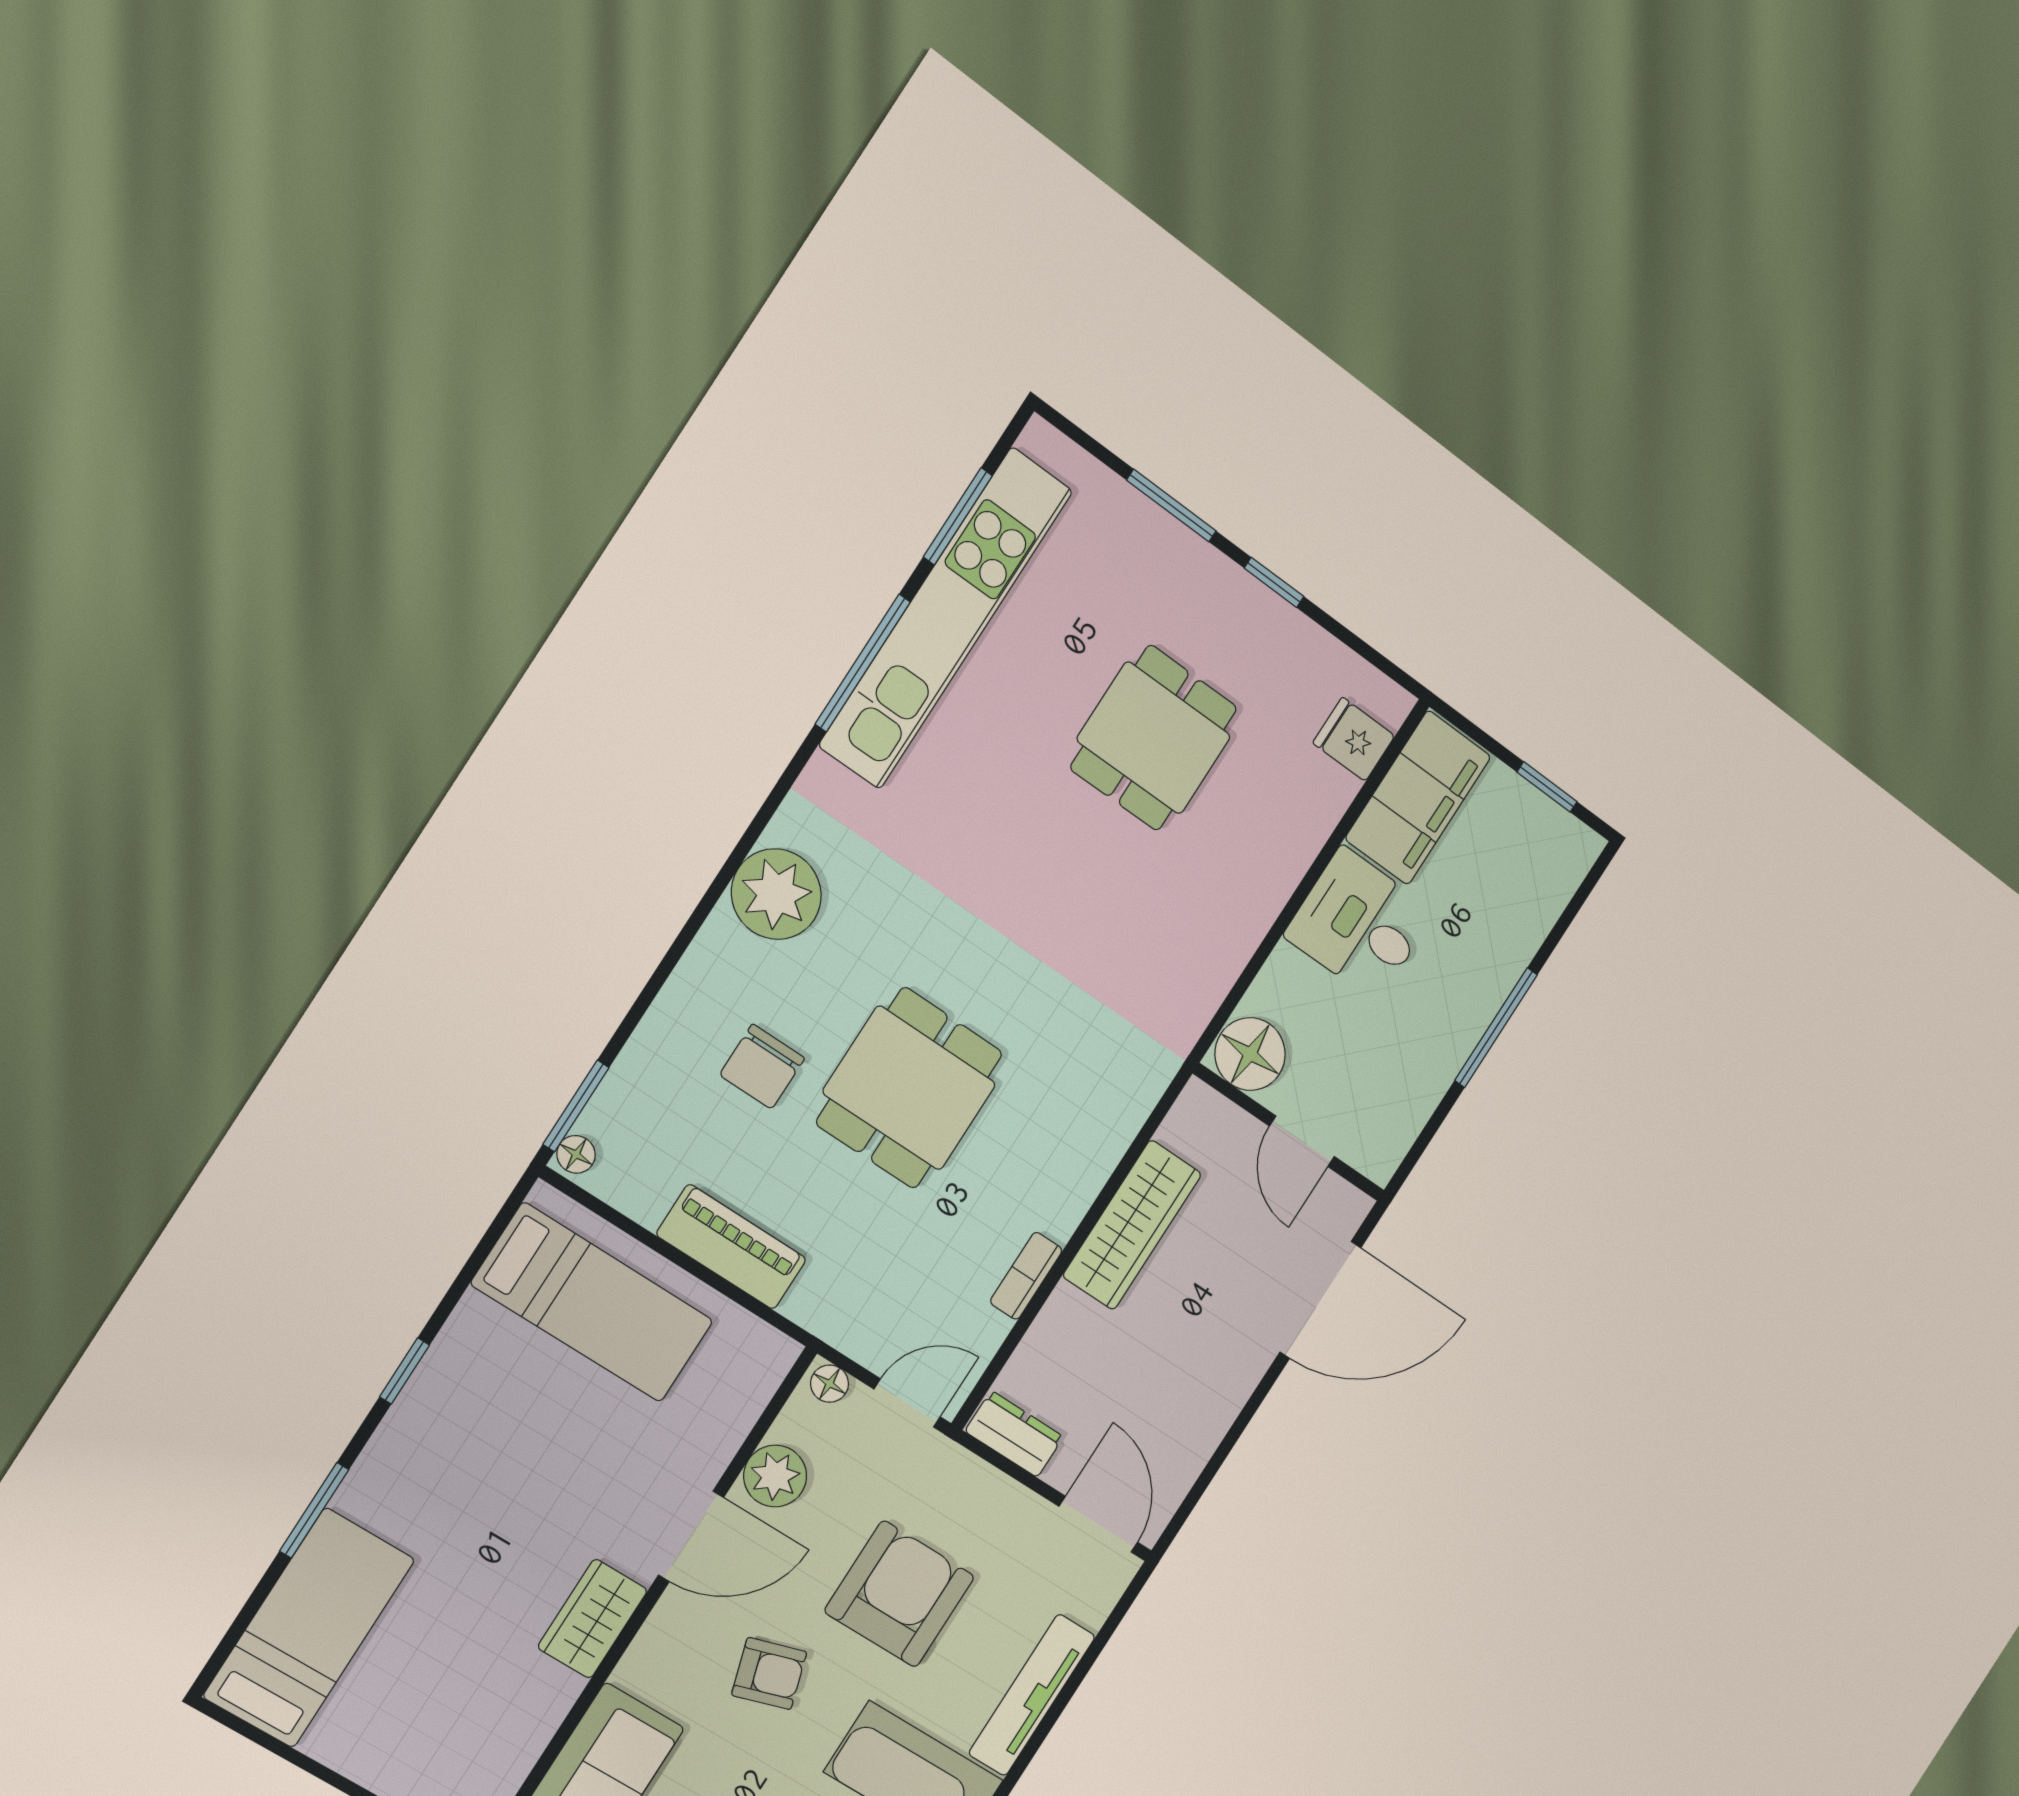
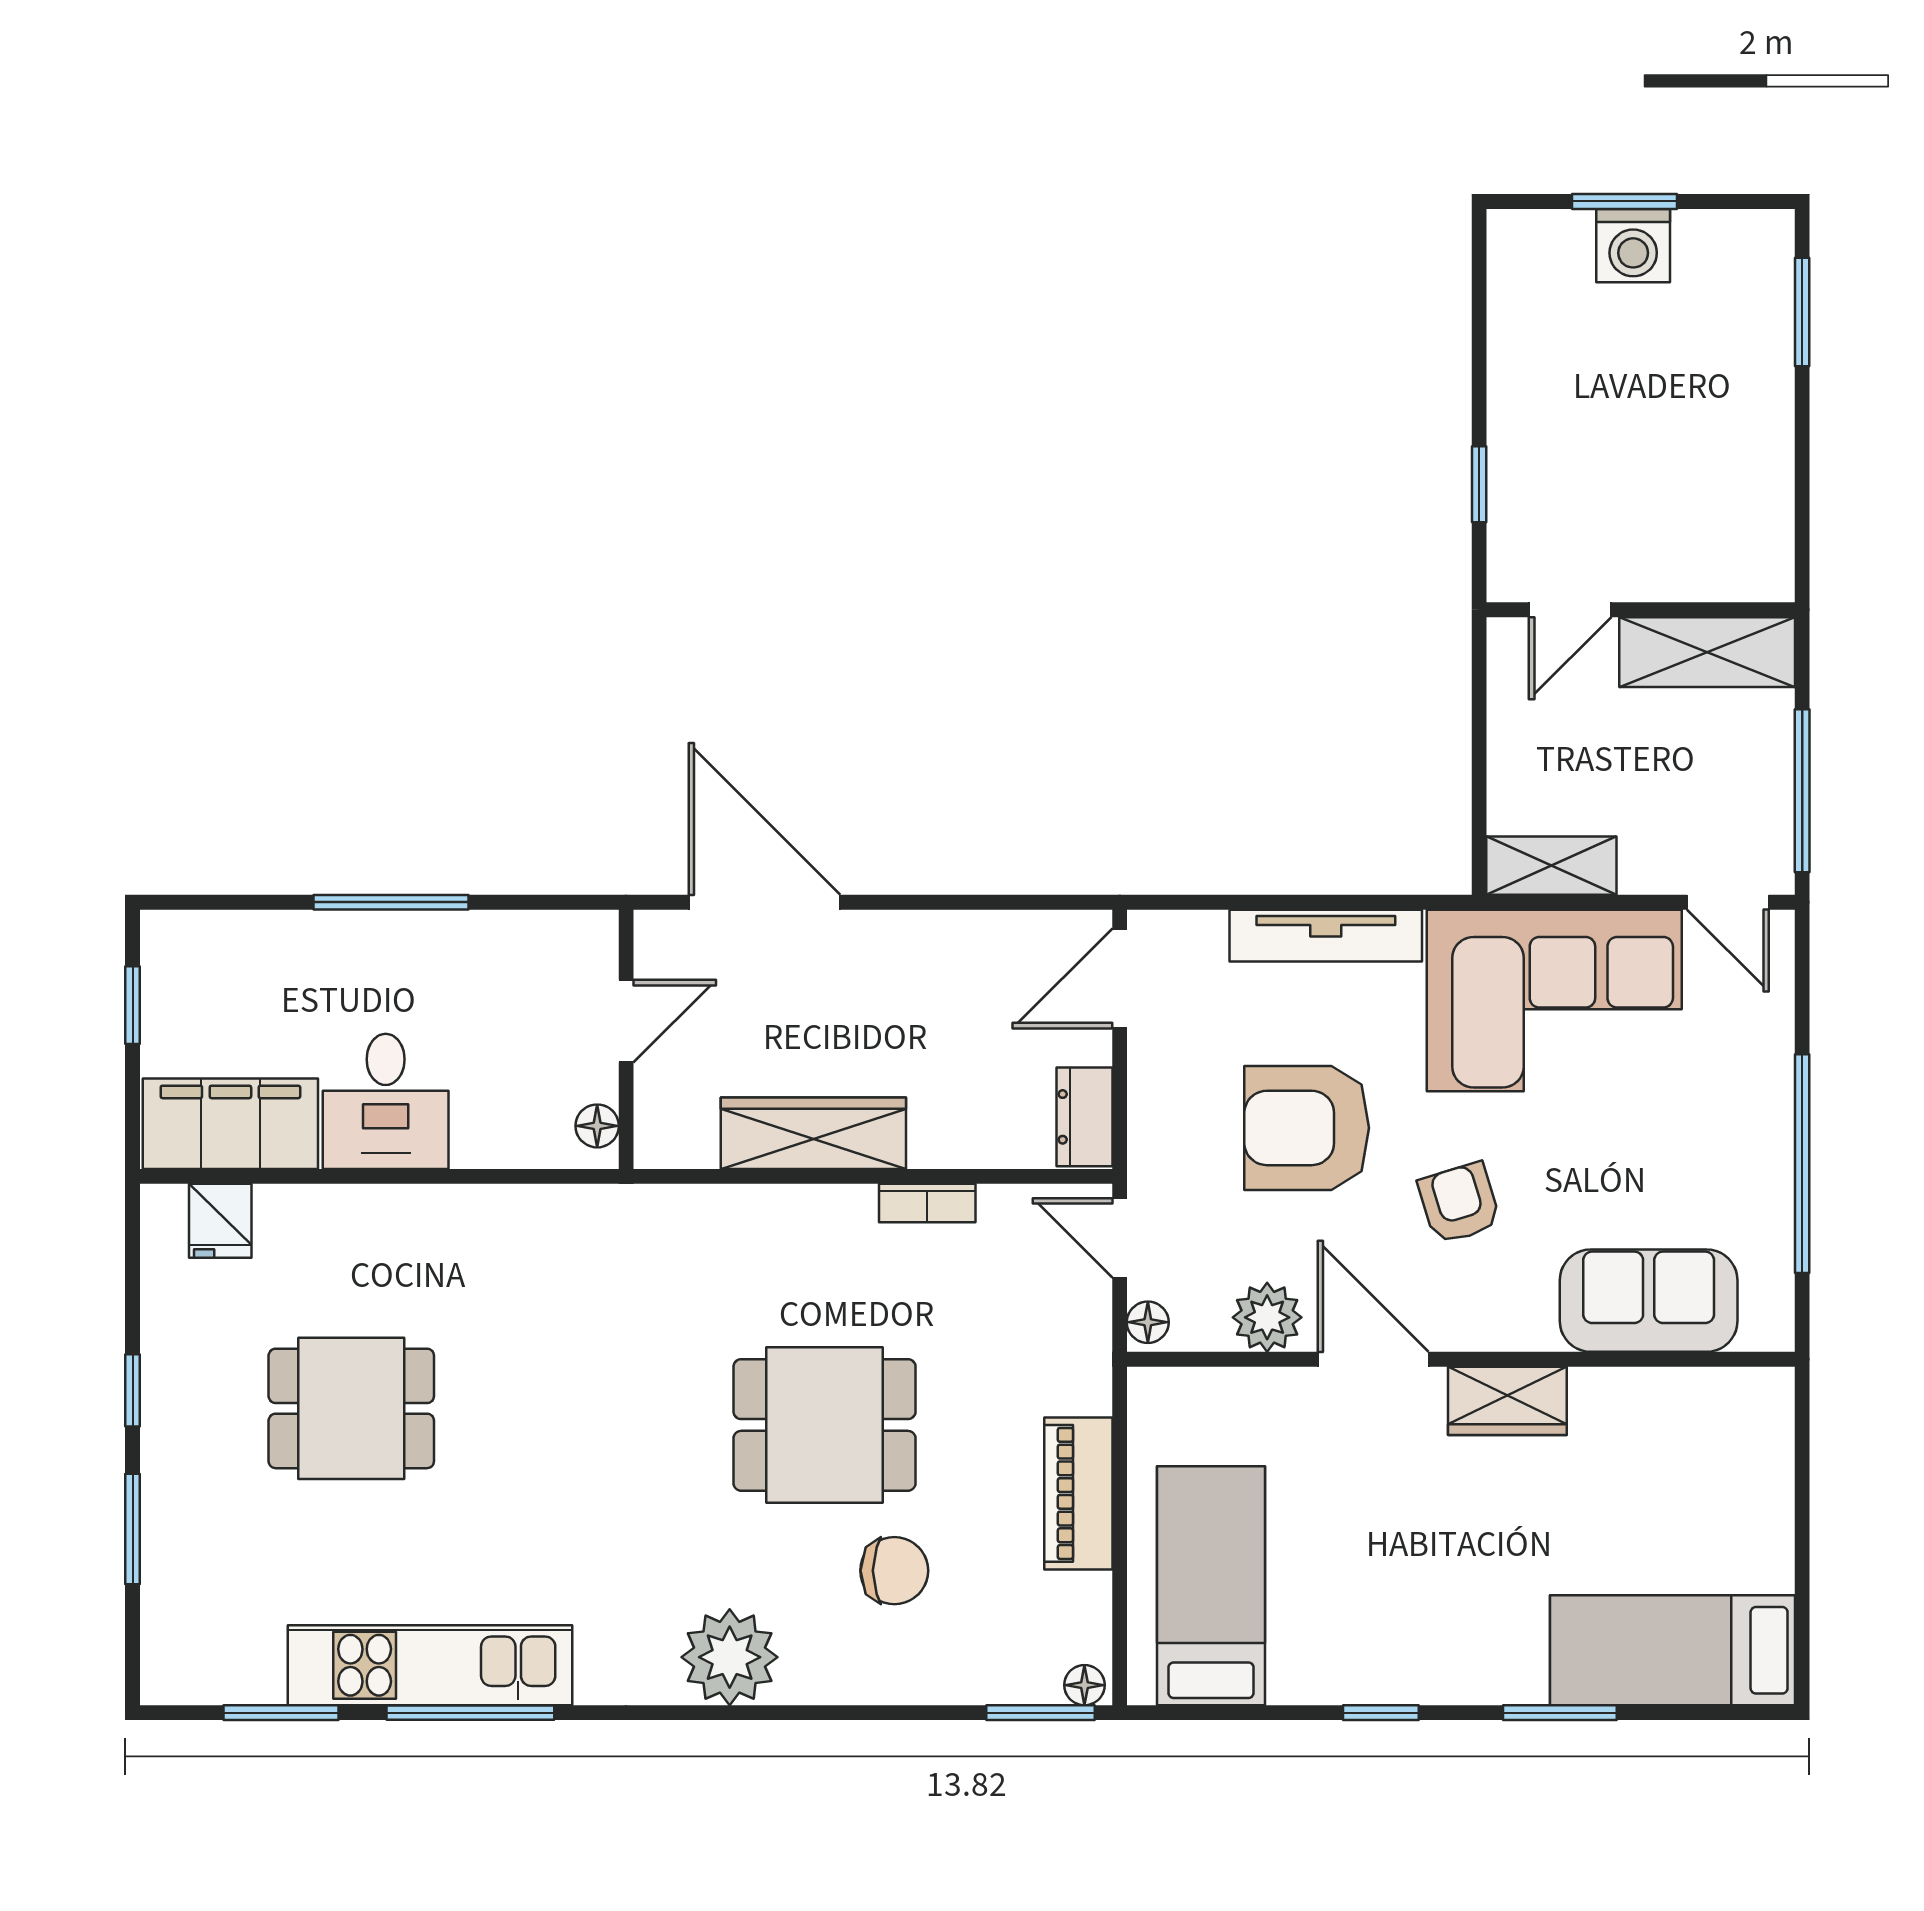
kitchen unit: (946, 618) -> (430, 1665), width x0.73
floor lamp: (1250, 1054) -> (597, 1126), width x0.53, depth x0.53

